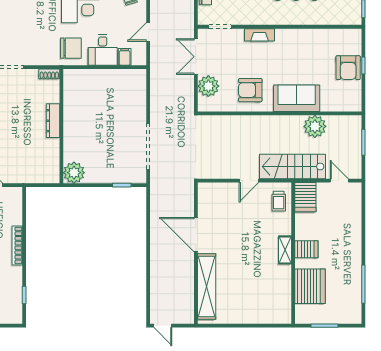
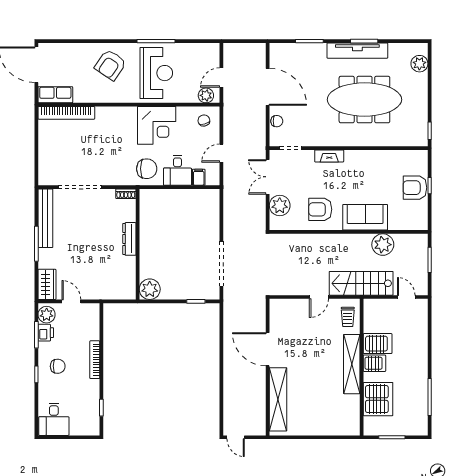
armchair: (348, 68) -> (415, 188), turned 90
server rack: (305, 197) -> (378, 344), moved, turned -90
shelving: (285, 250) -> (352, 364), width x2.20, depth x1.33

